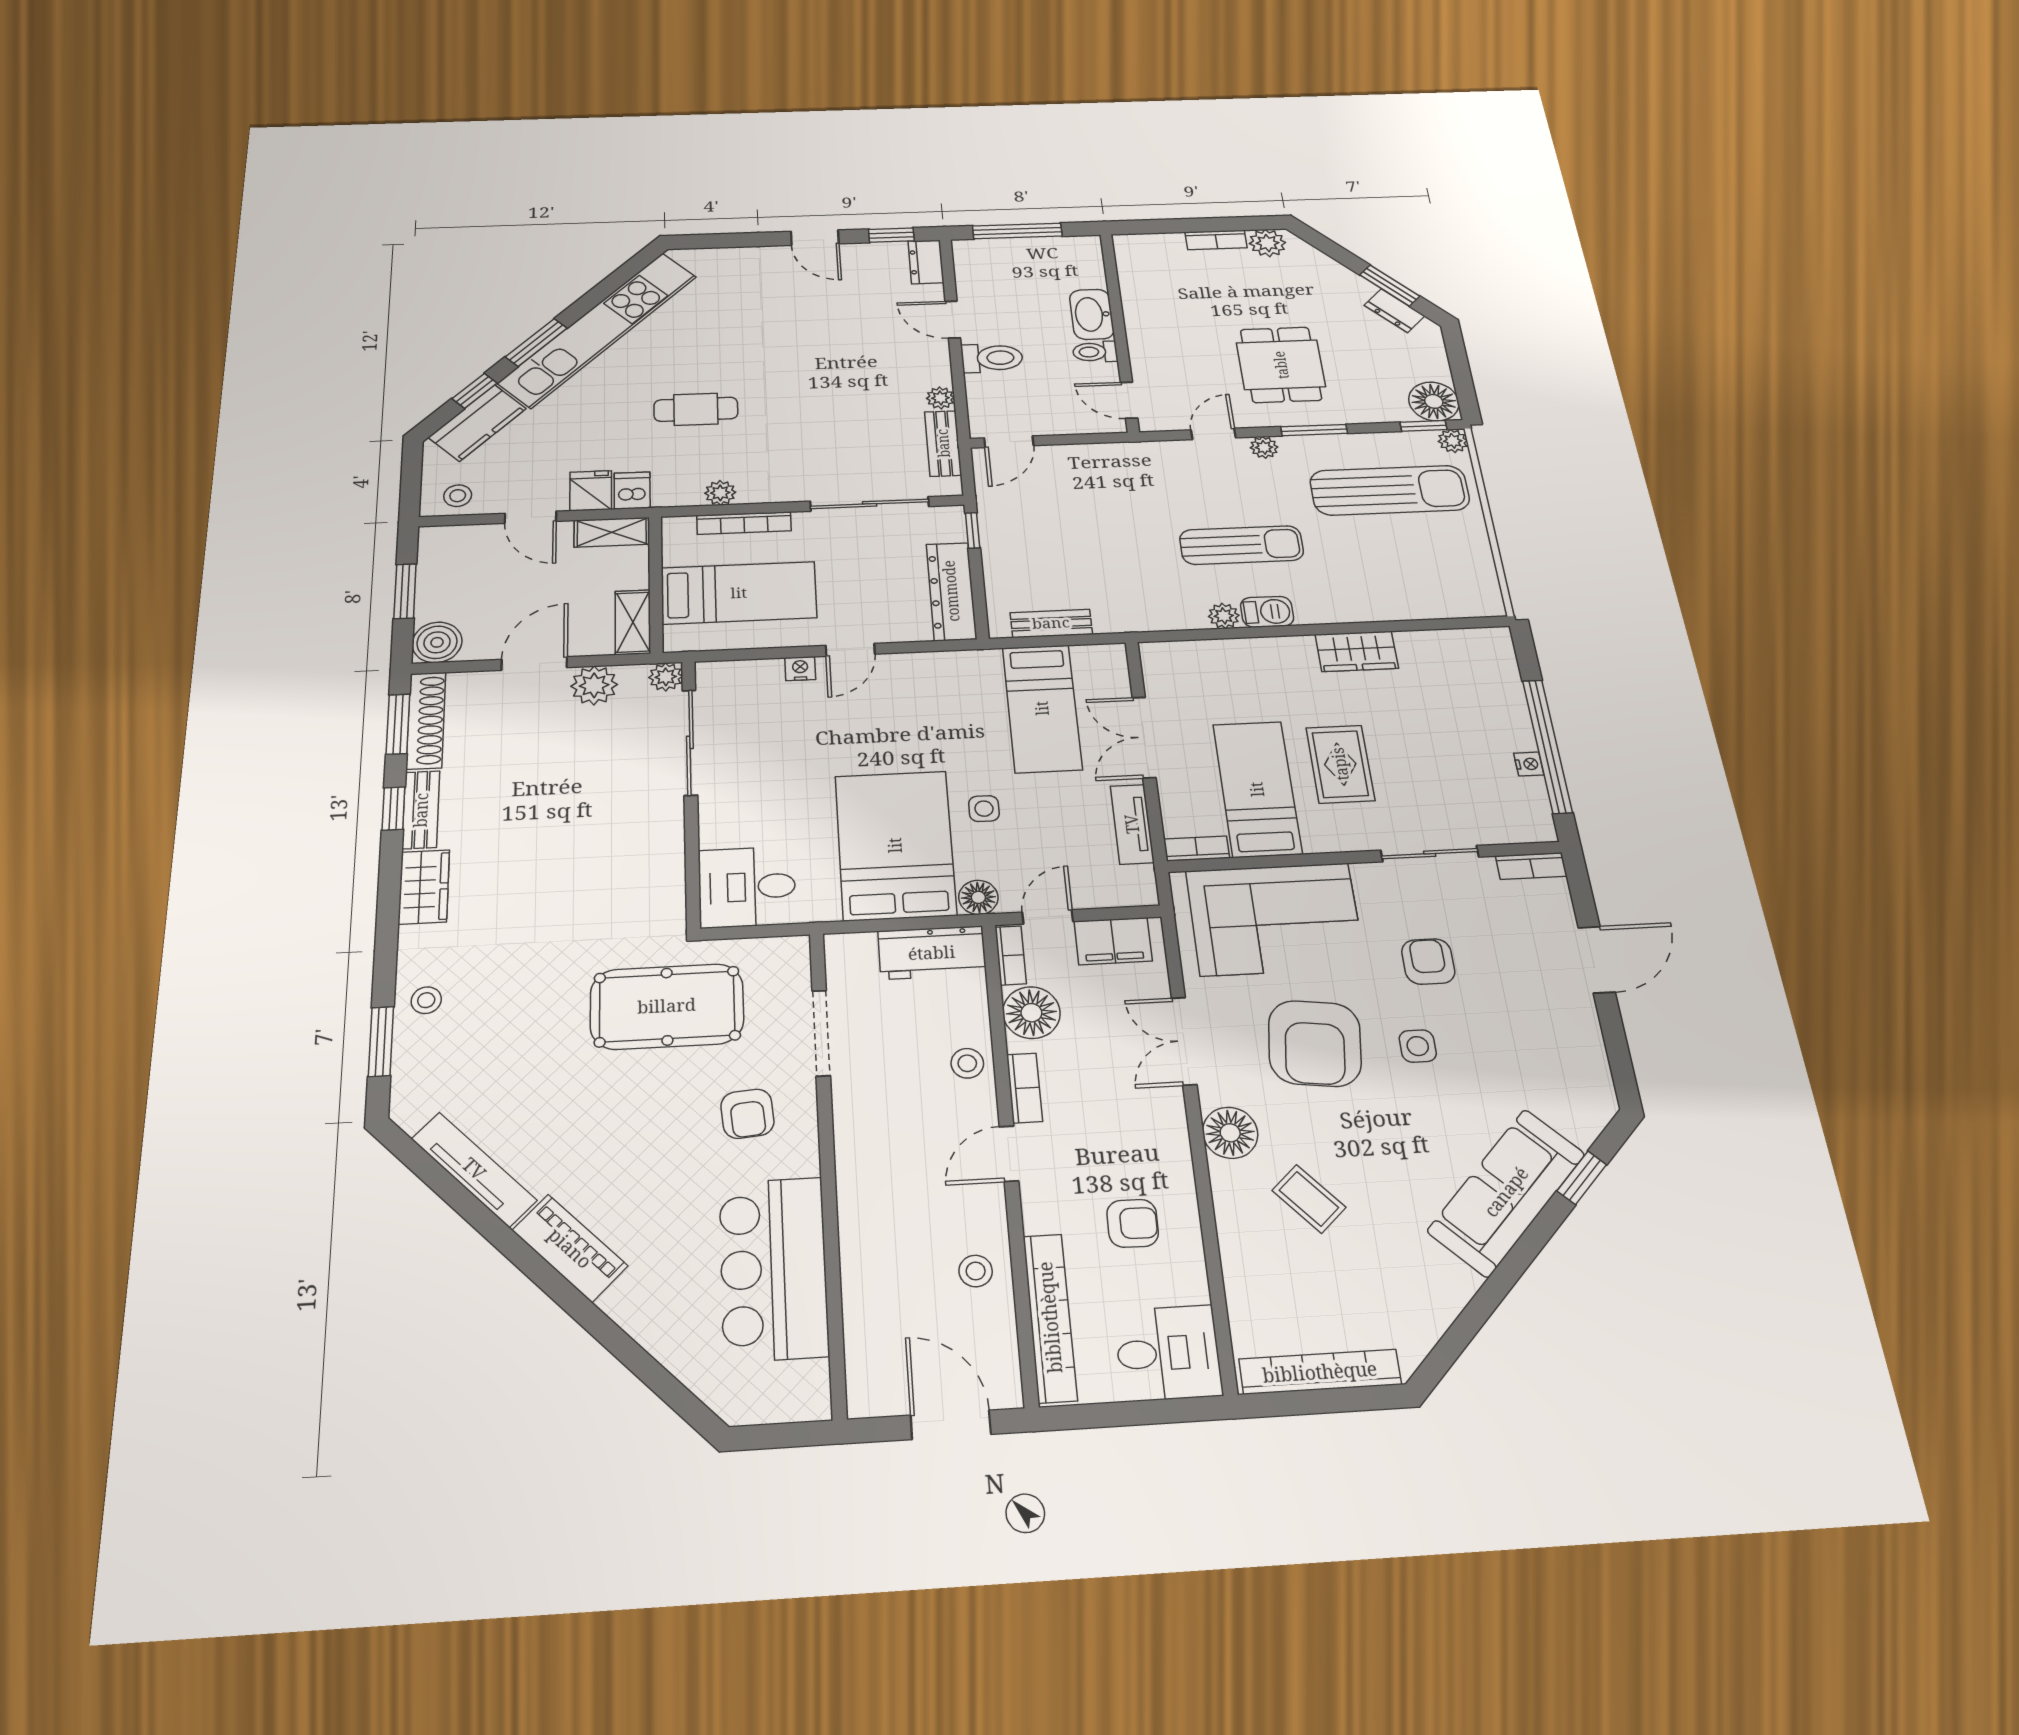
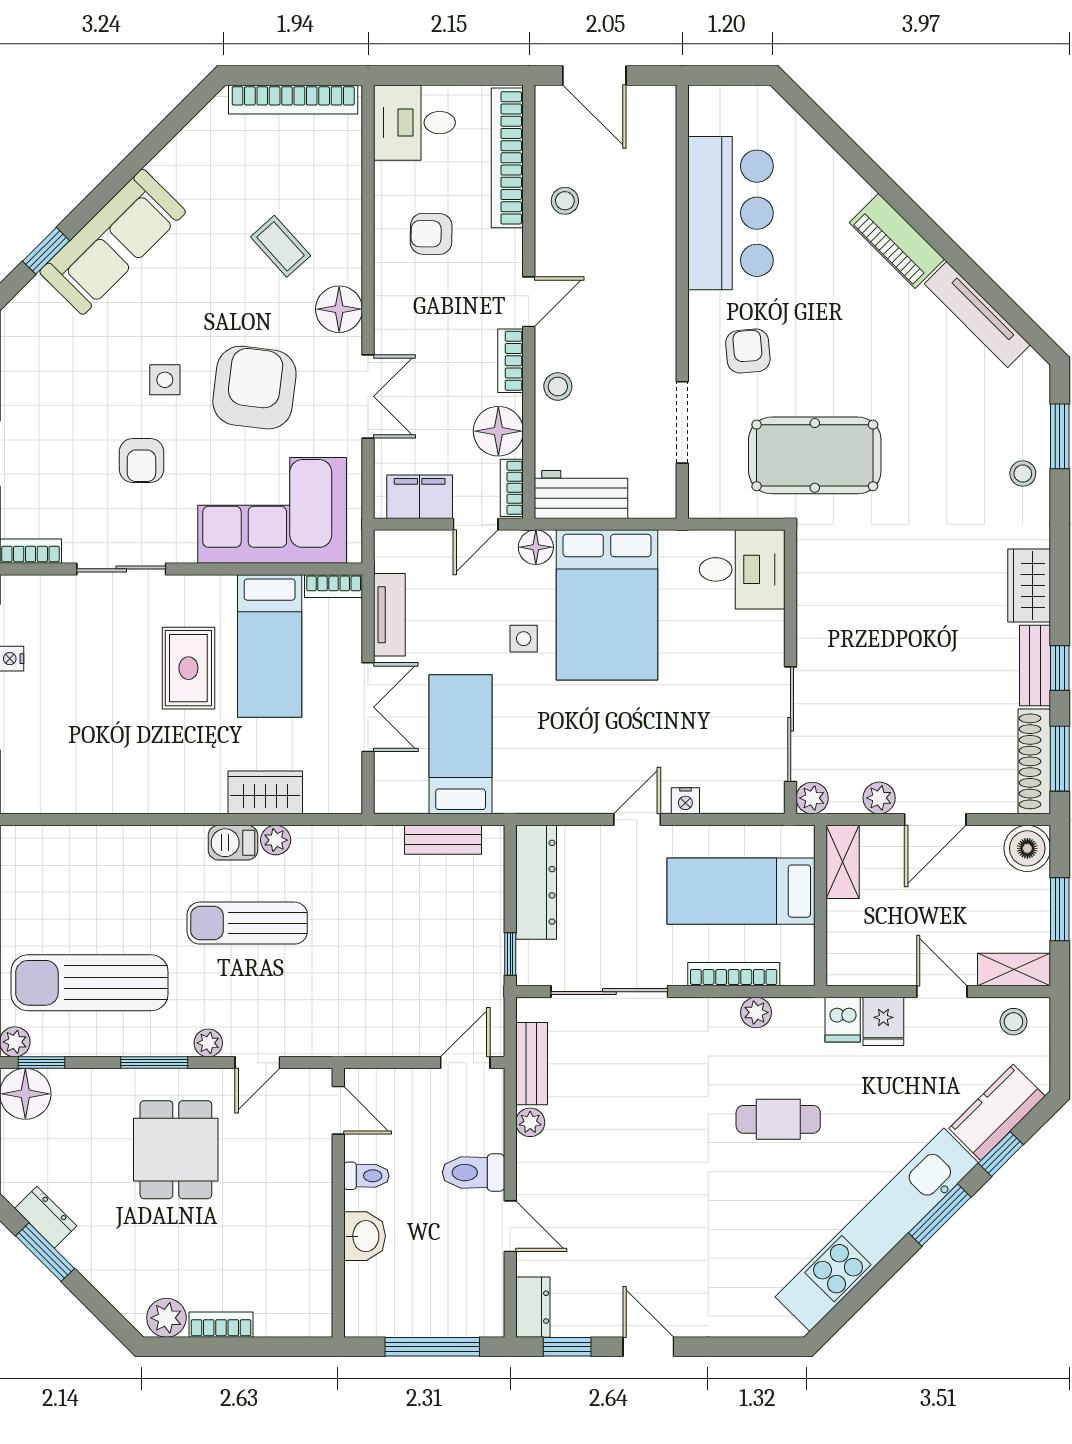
washbasin: (1092, 314) -> (365, 1236), width x0.72
shelving: (612, 532) -> (1014, 970), moved
wardrobe: (1357, 651) -> (265, 792), moved
plant: (594, 685) -> (879, 798), width x0.73, depth x0.73

